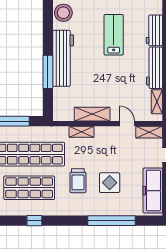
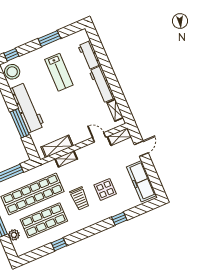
lab bench: (114, 35) -> (59, 72), turned 180
shelving: (92, 114) -> (57, 146), moved
window: (111, 221) -> (119, 219), width x0.32

